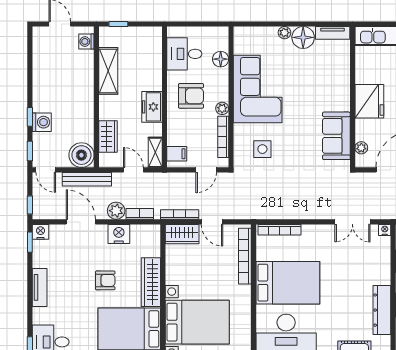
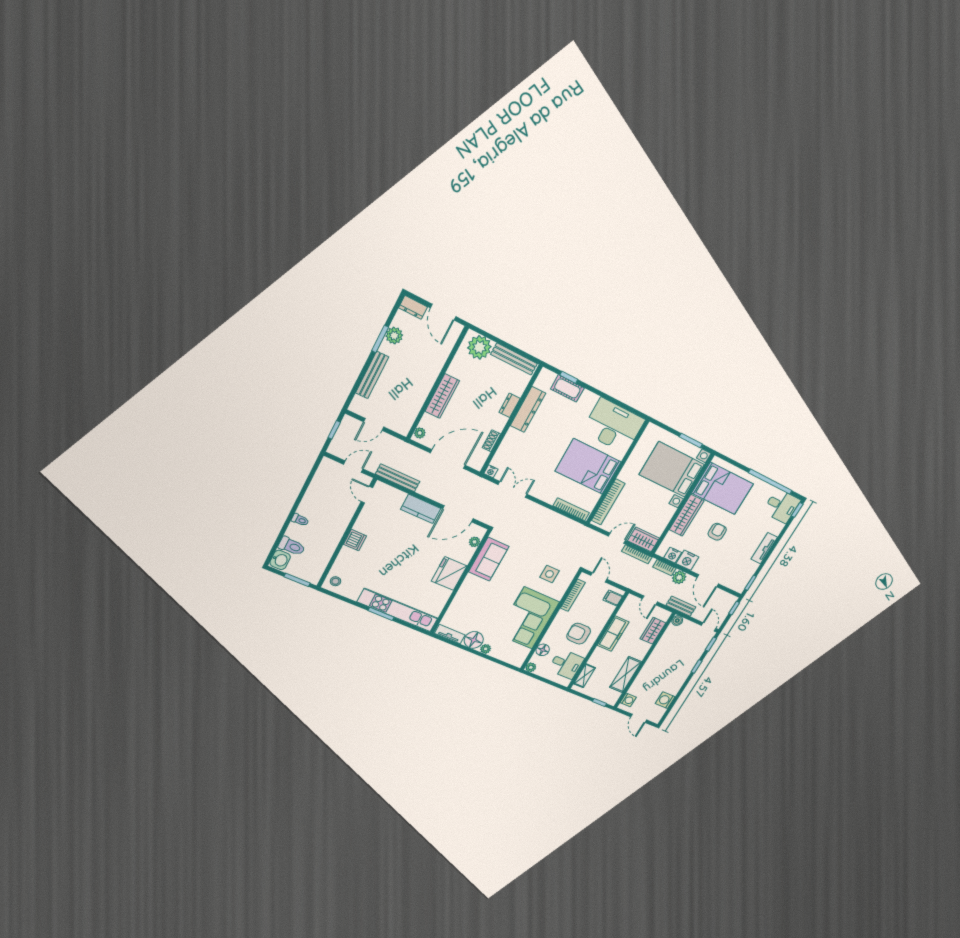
freezer: (152, 107) -> (613, 634), width x1.40
plant: (222, 108) -> (531, 667), moved
washing machine: (42, 122) -> (665, 700), moved
shelving: (155, 152) -> (584, 676), moved
boiler: (81, 155) -> (677, 621), width x0.54, depth x0.54
door: (206, 170) -> (599, 577), hinge flipped
bench: (87, 179) -> (681, 606), width x0.73
door: (212, 222) -> (617, 538), hinge flipped
nightstand: (41, 232) -> (673, 555), moved
armchair: (105, 280) -> (717, 532), turned 90

